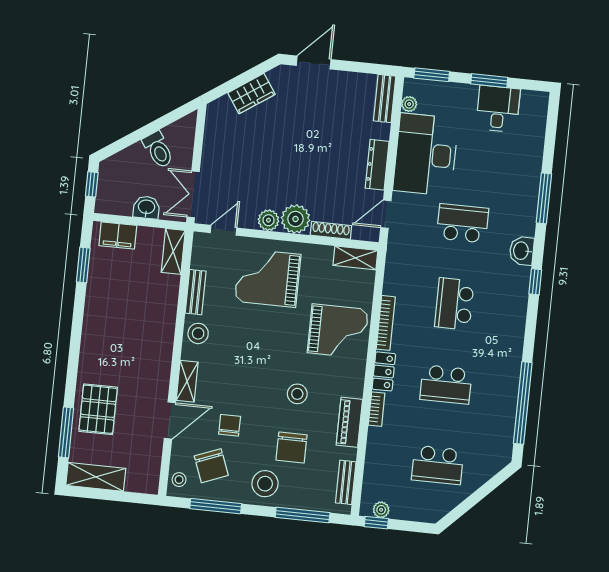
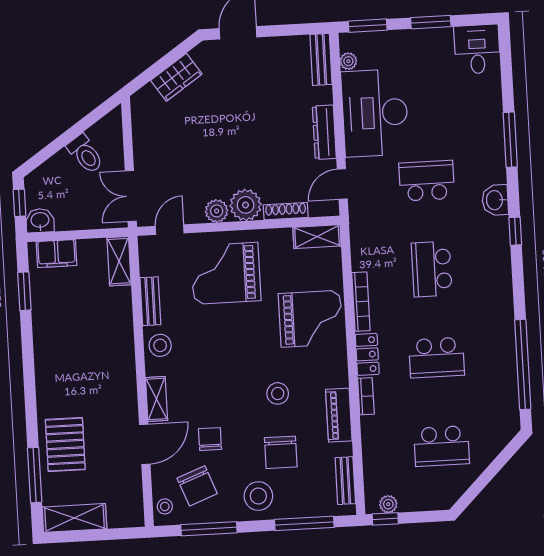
desk: (498, 109) -> (477, 49), moved
washbasin: (146, 207) -> (40, 221), moved

